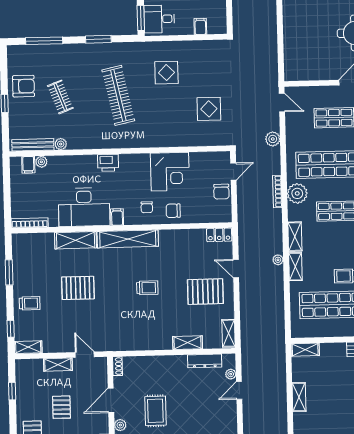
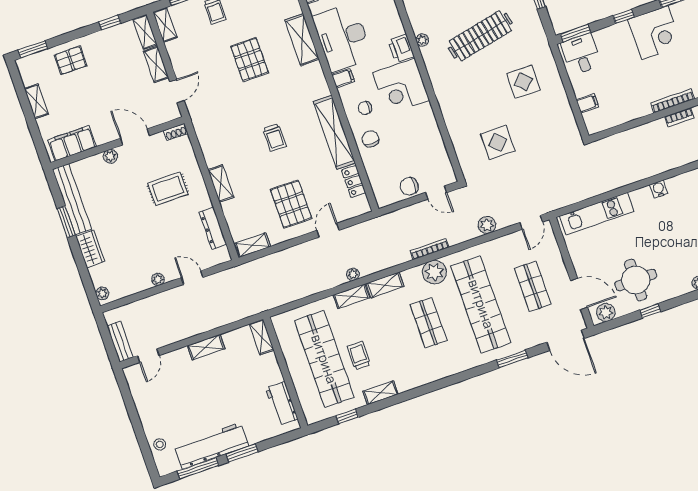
kitchen unit: (292, 47) -> (597, 214), added
plant: (107, 143) -> (422, 40), added
corner desk: (170, 172) -> (401, 86), moved
locker: (219, 235) -> (354, 181), moved
shelving: (128, 239) -> (334, 132), moved
shelving: (188, 343) -> (221, 183), moved
shelving: (29, 365) -> (145, 32), added
plant: (231, 374) -> (158, 279), moved
pallet: (61, 407) -> (109, 84), removed
rug: (155, 411) -> (168, 189), moved

